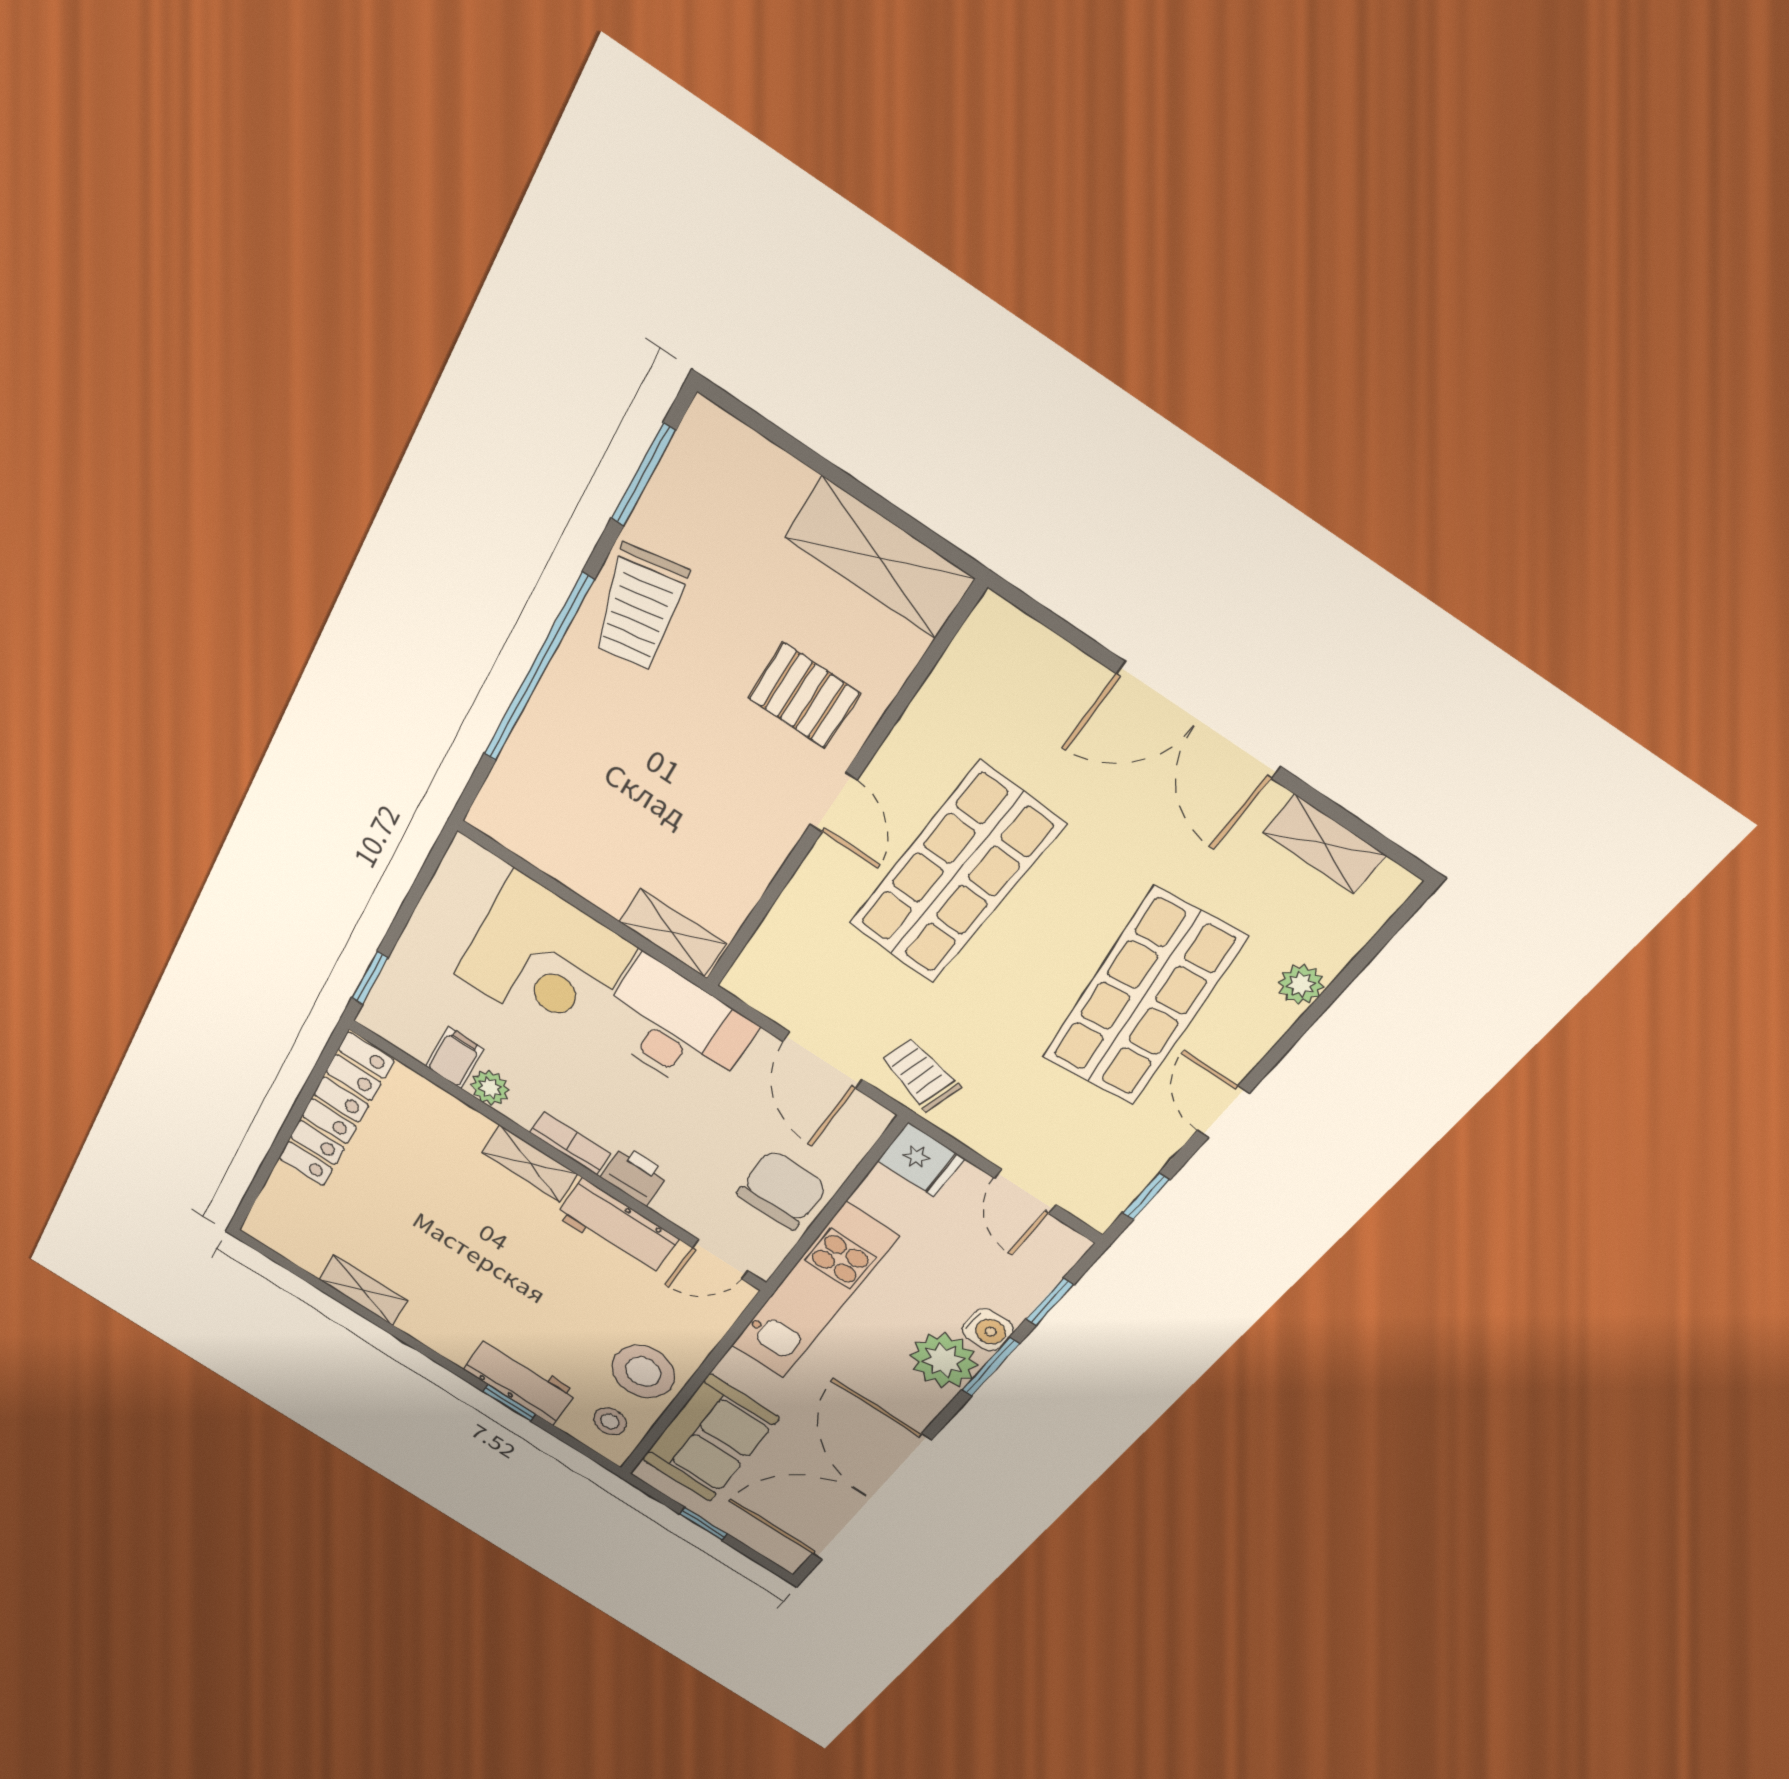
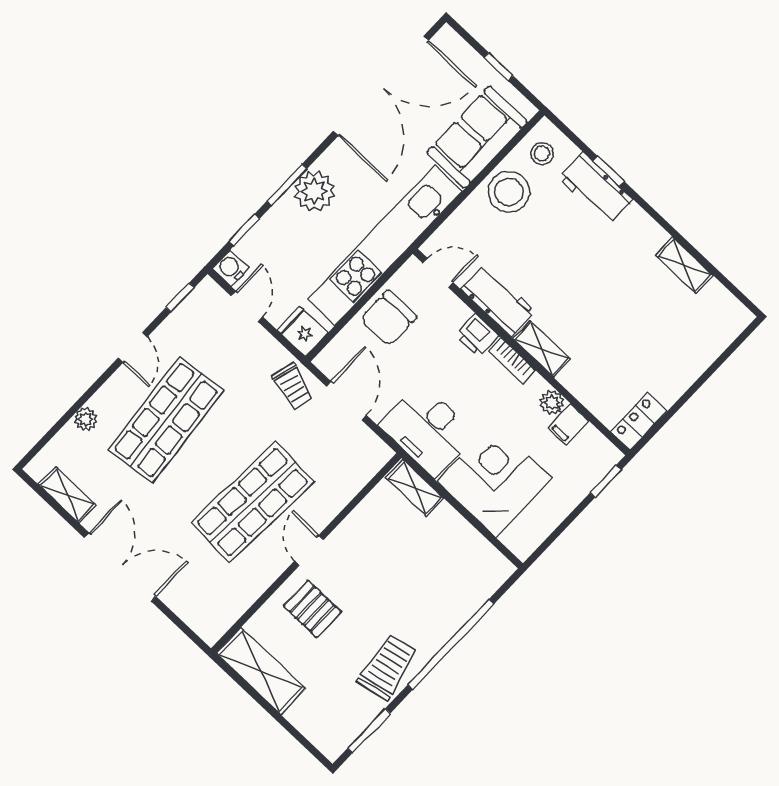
locker: (335, 1110) -> (639, 421), width x0.46, depth x0.83
kitchen unit: (813, 1292) -> (385, 245), width x1.36
water cooler: (988, 1330) -> (231, 268), moved

